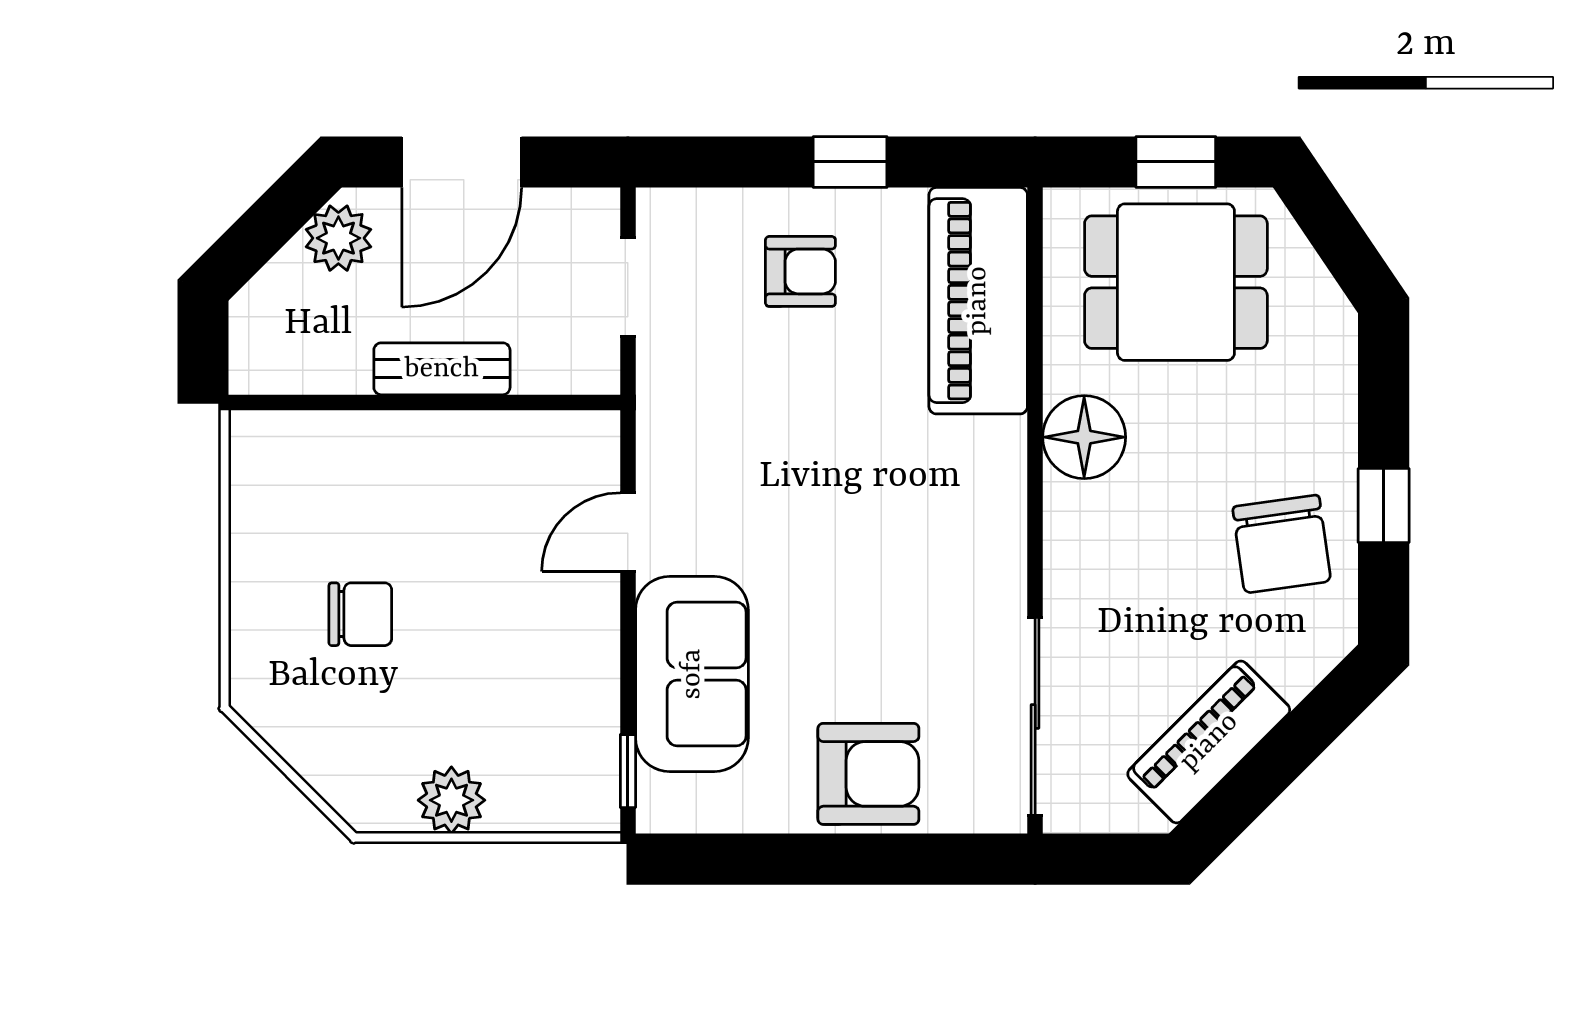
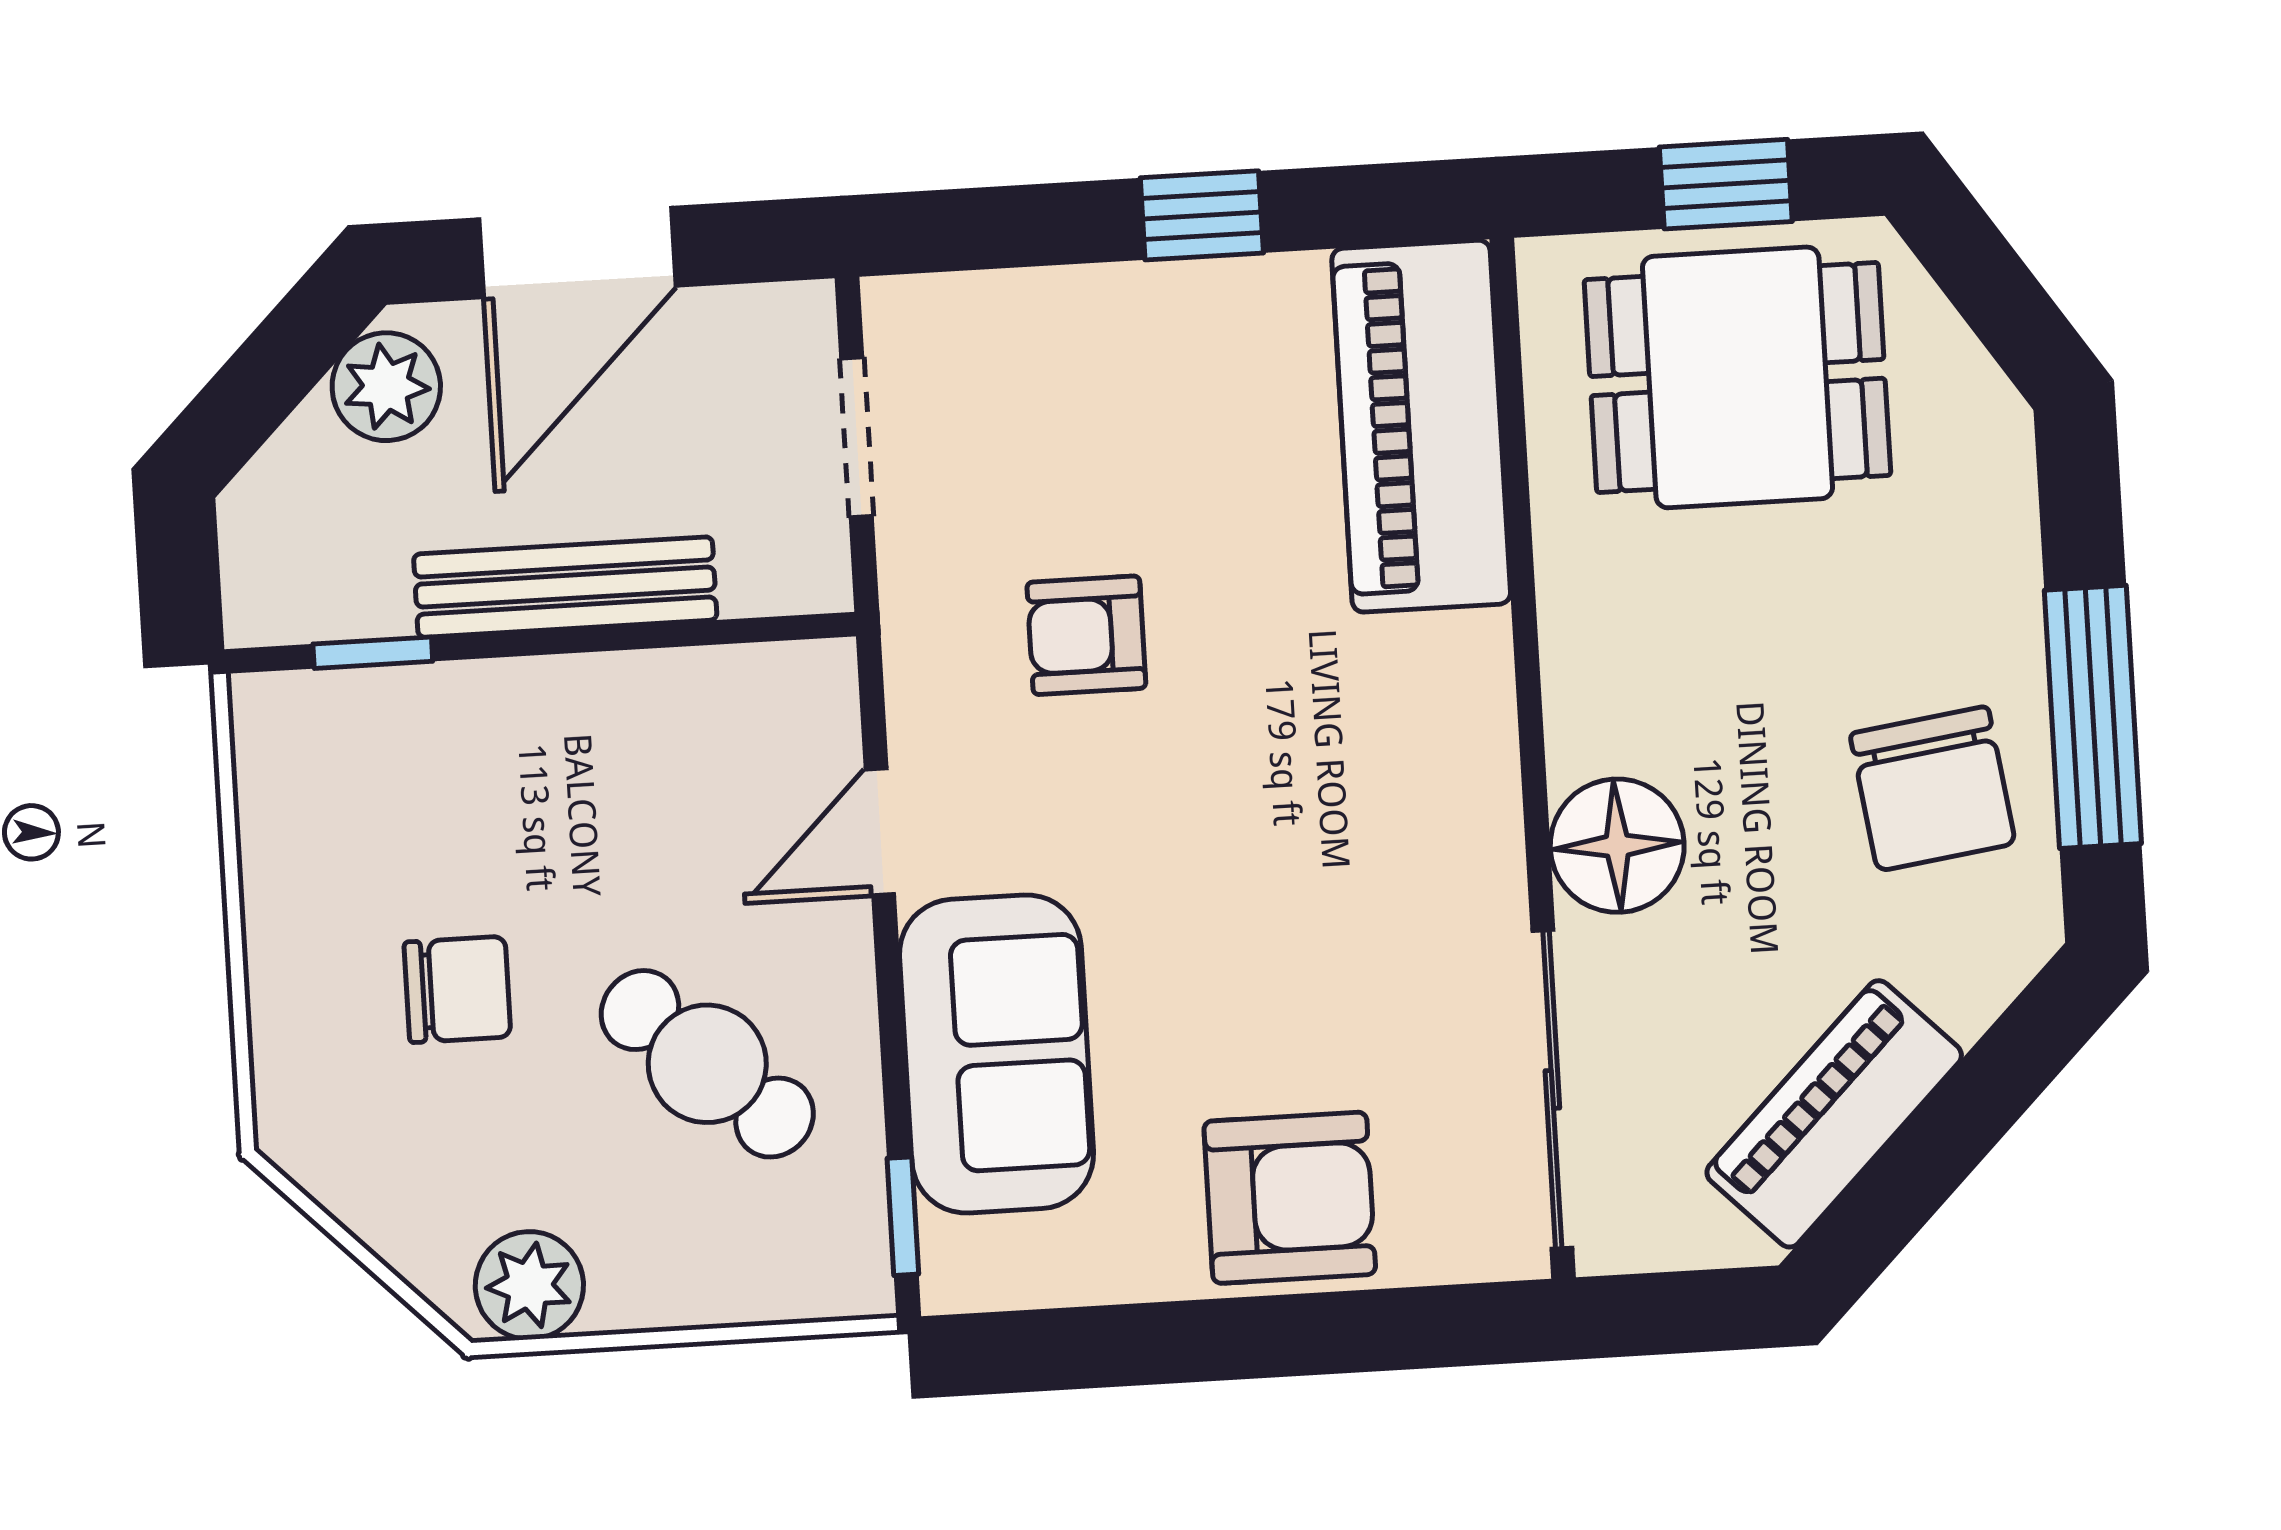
armchair: (800, 271) -> (1086, 635), moved, turned 180
bench: (442, 369) -> (565, 587), width x1.36
window: (320, 402) -> (373, 653), added
floor lamp: (1084, 437) -> (1617, 846), moved
window: (1384, 506) -> (2093, 717), width x2.17
cafe table: (512, 669) -> (707, 1064), added
plant: (451, 800) -> (529, 1285), moved

